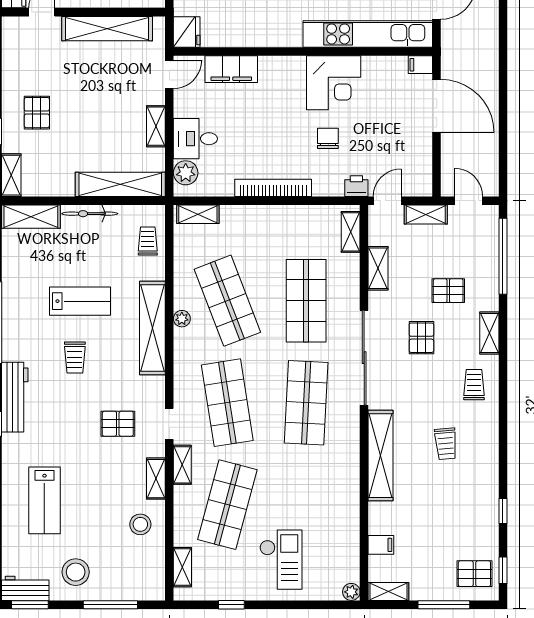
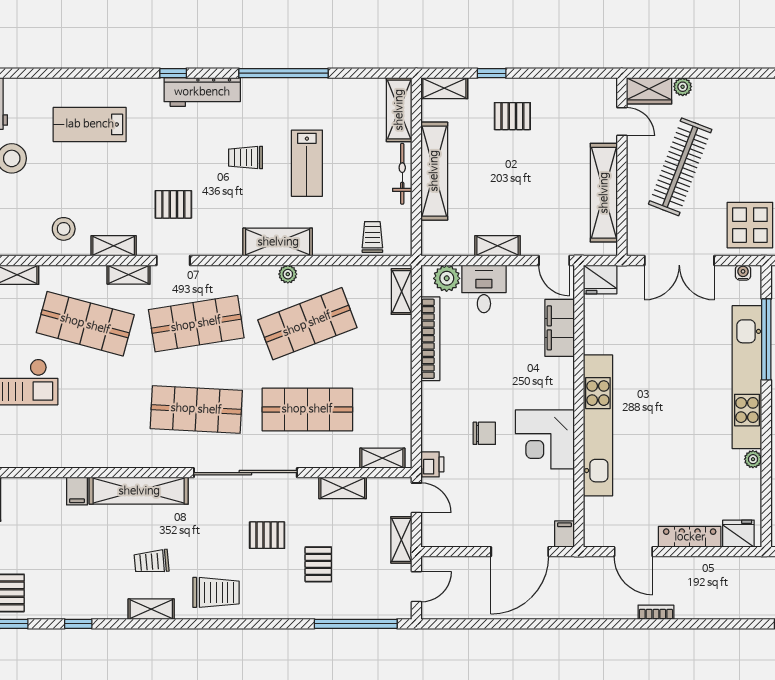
kitchen unit: (368, 34) -> (598, 425), moved
shelving: (120, 184) -> (434, 171), moved
bookcase: (273, 188) -> (430, 339), moved
trolley: (148, 241) -> (372, 237), turned -90
shelving: (152, 328) -> (278, 242), width x0.68
shelving: (489, 333) -> (151, 609), moved
trolley: (474, 385) -> (216, 592), width x1.36, depth x1.39
pallet: (118, 424) -> (173, 204), turned 90
filing cabinet: (381, 545) -> (77, 491), moved

